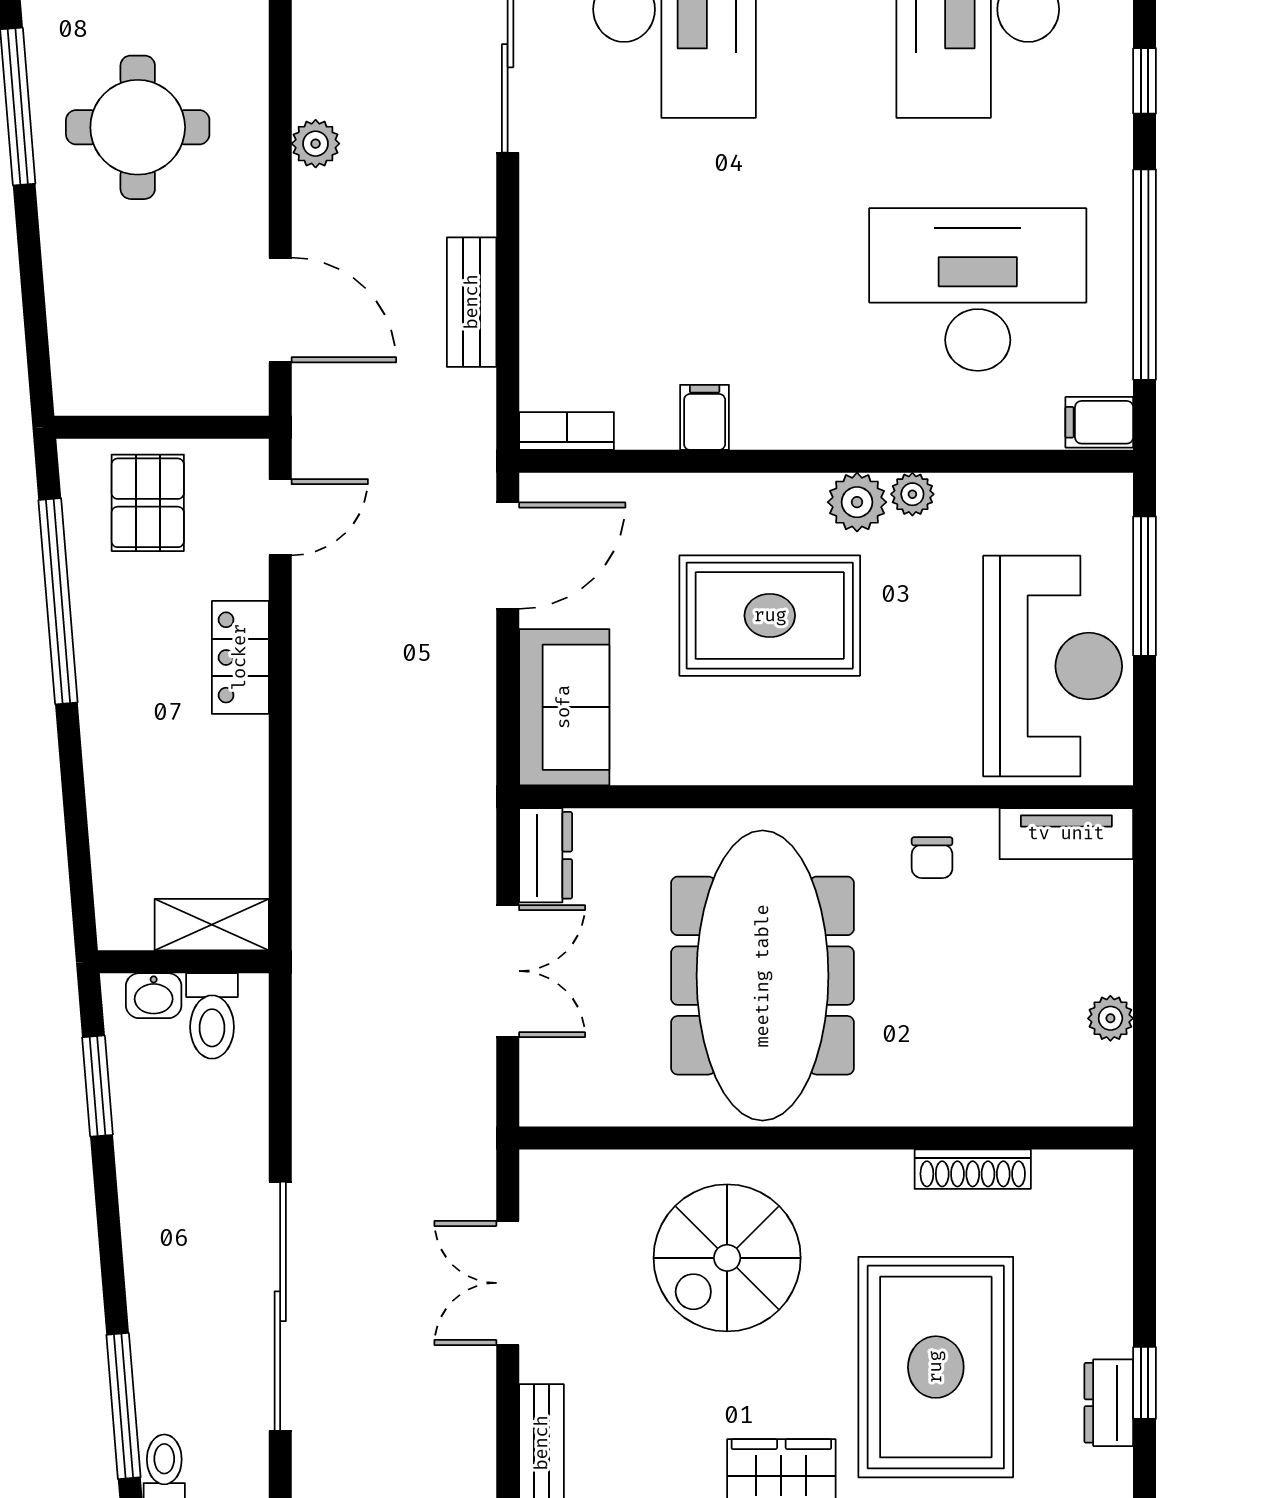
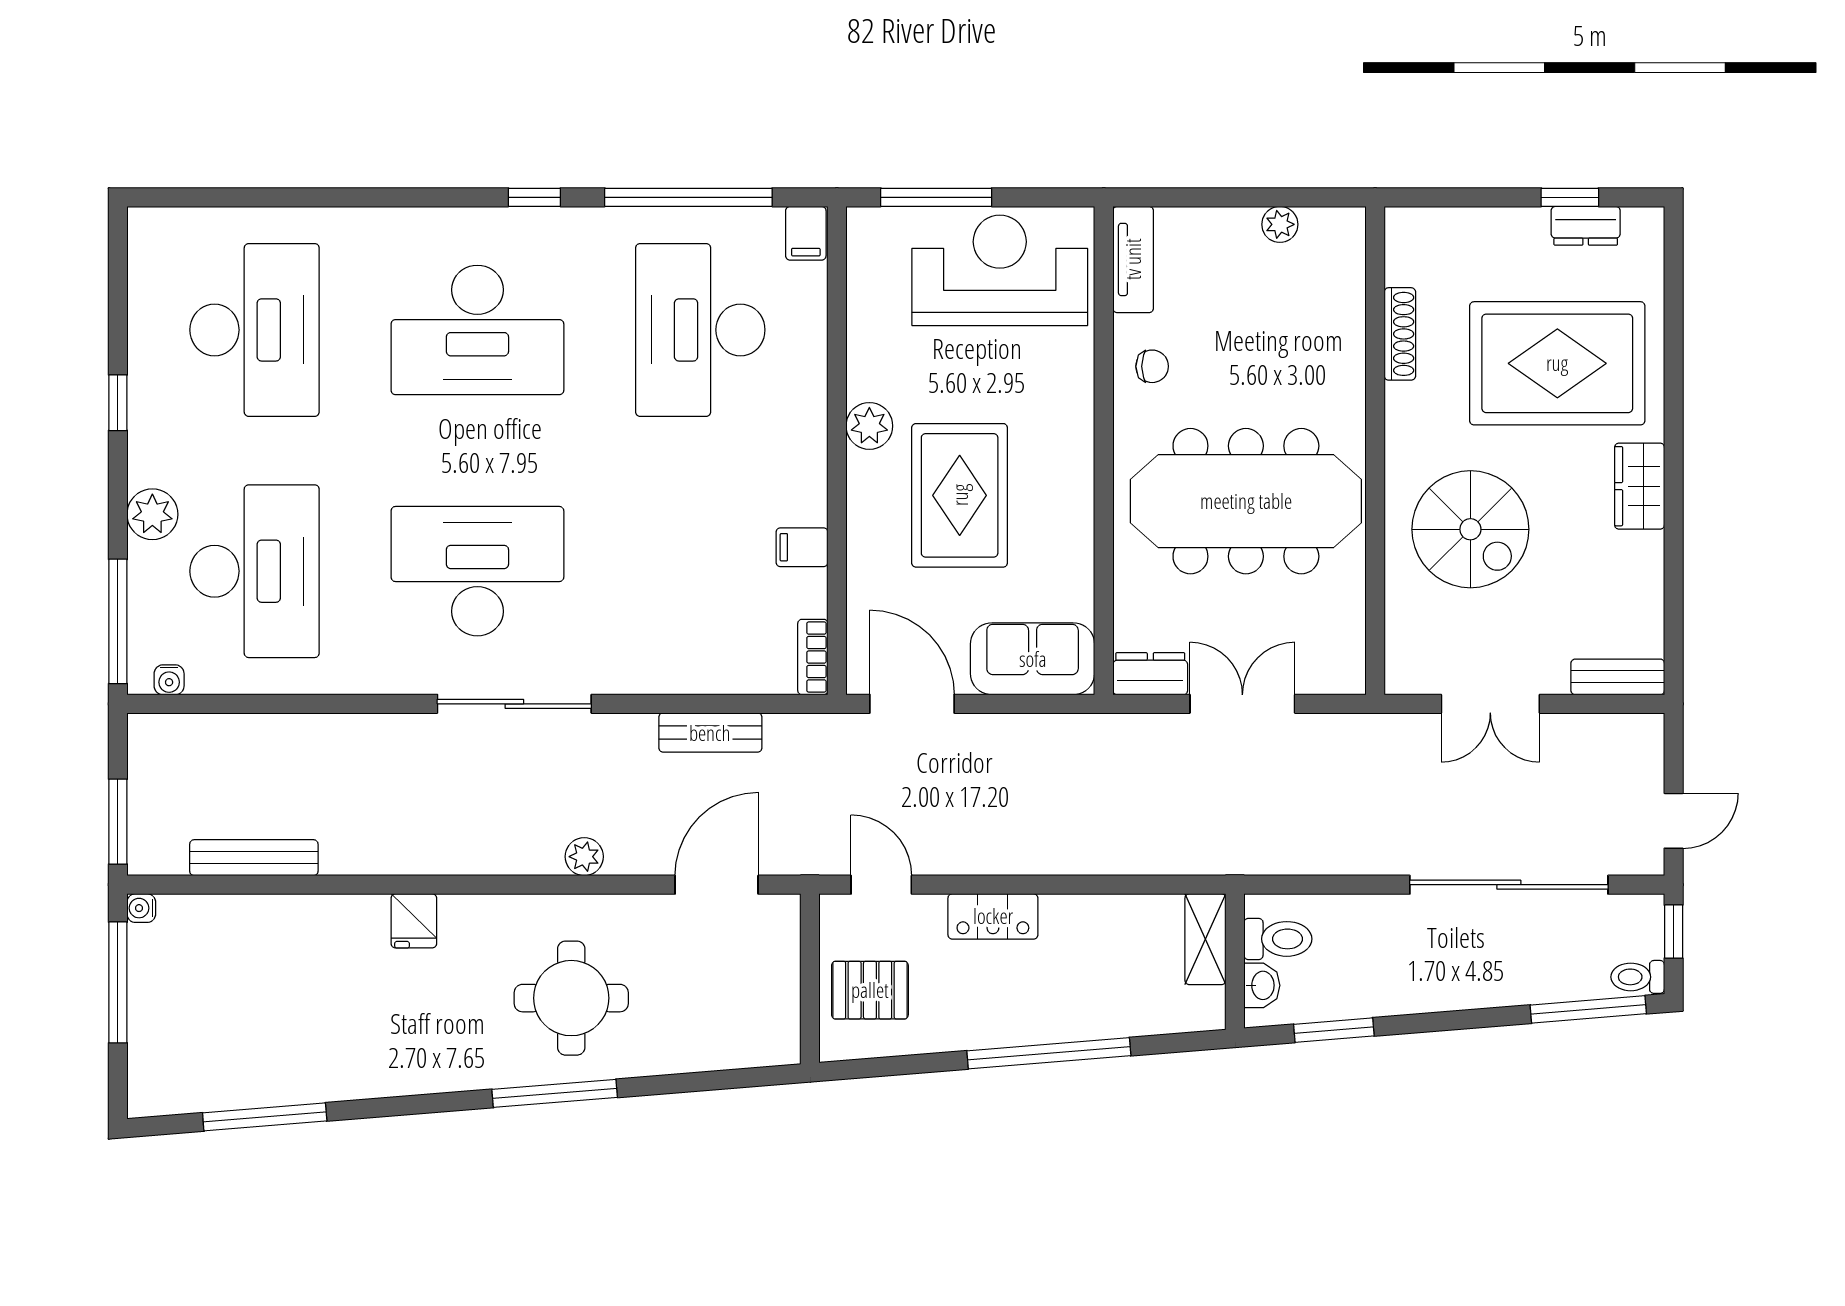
plant: (912, 494) -> (863, 382), removed
window: (58, 601) -> (1049, 1053), moved

